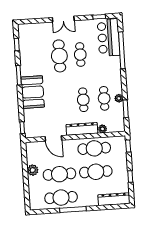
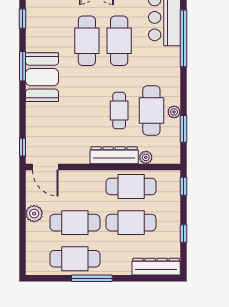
cafe table: (80, 55) -> (119, 41), width x1.37, depth x1.35
booth: (33, 92) -> (42, 77), moved
cafe table: (104, 98) -> (151, 111), width x1.37, depth x1.35
door: (53, 138) -> (45, 167), moved

